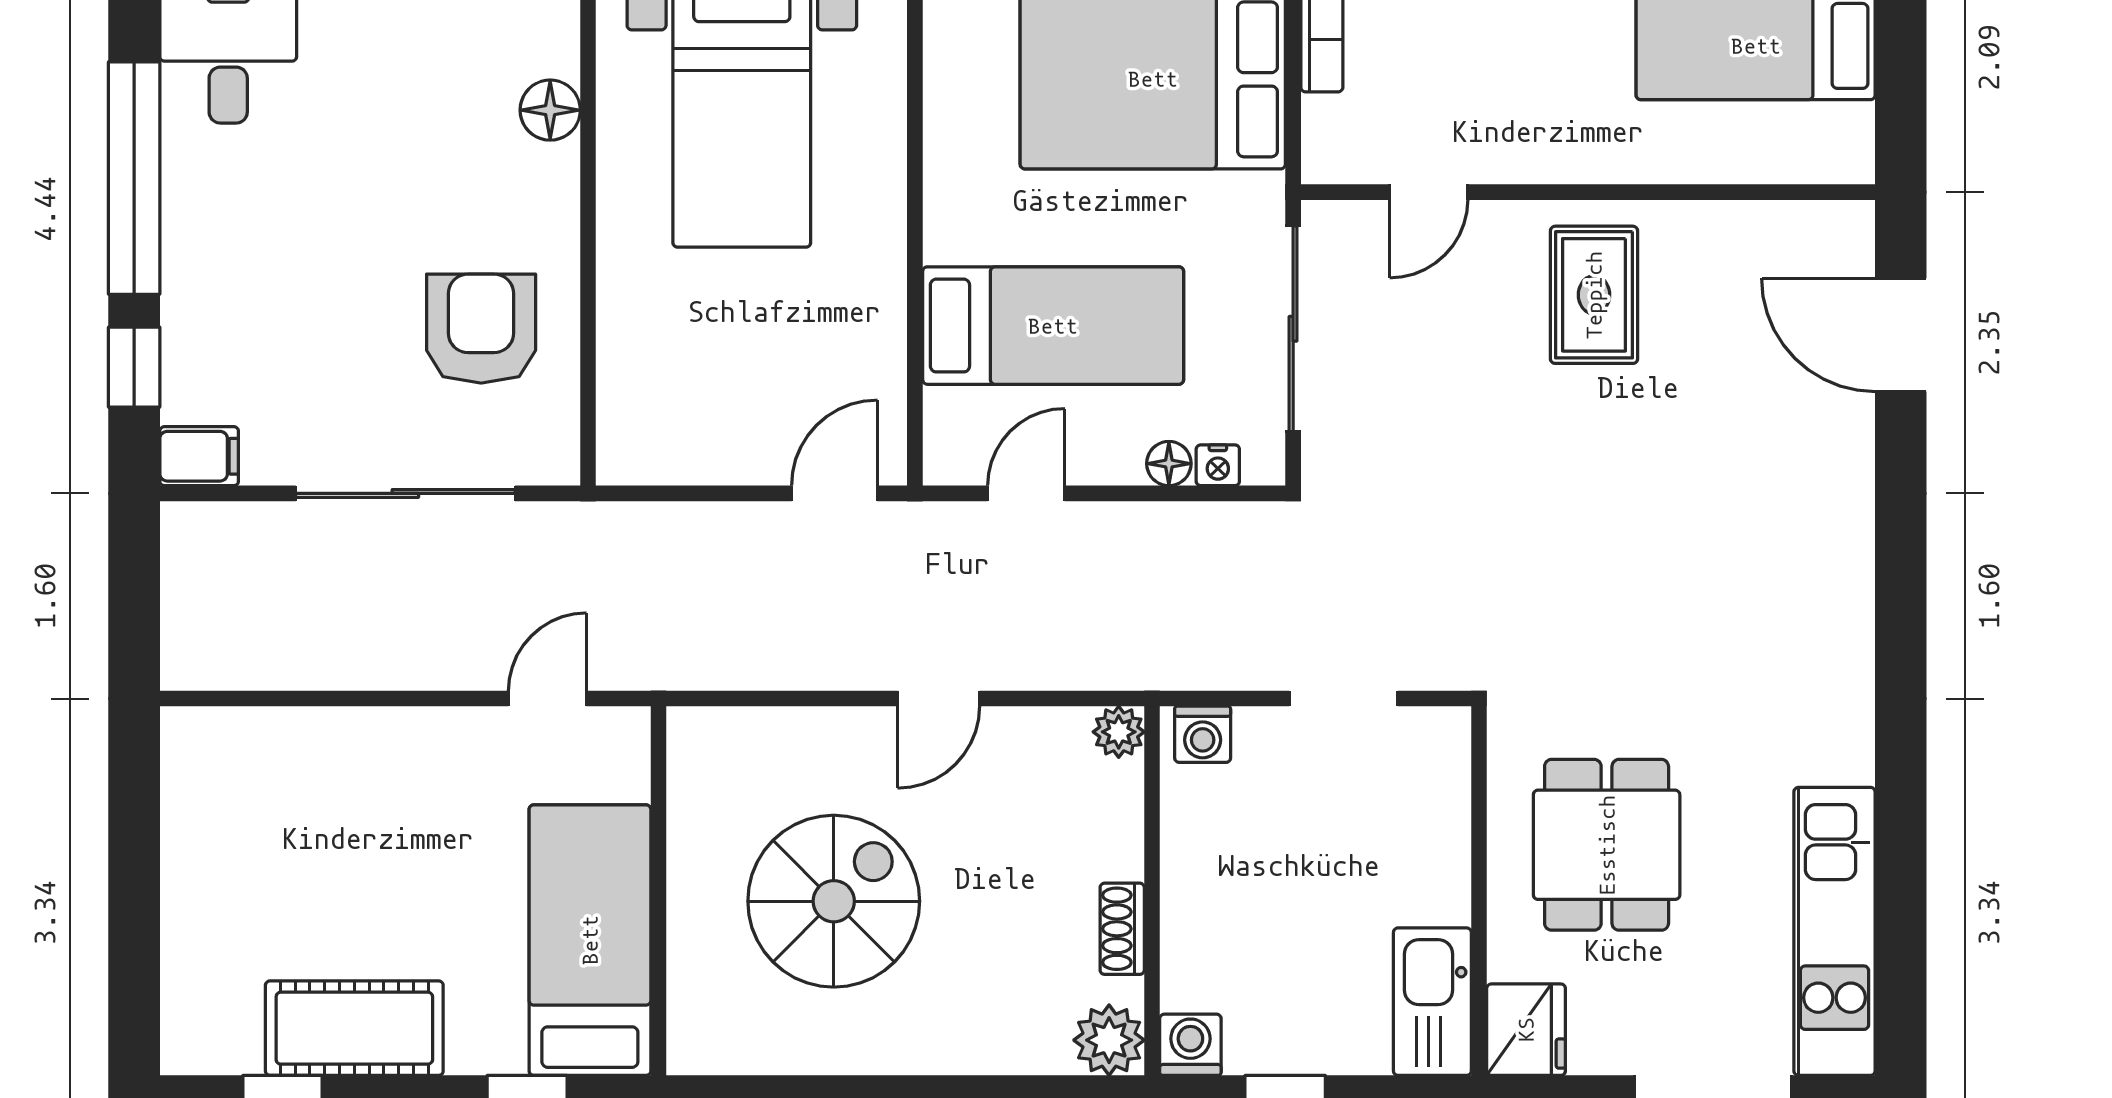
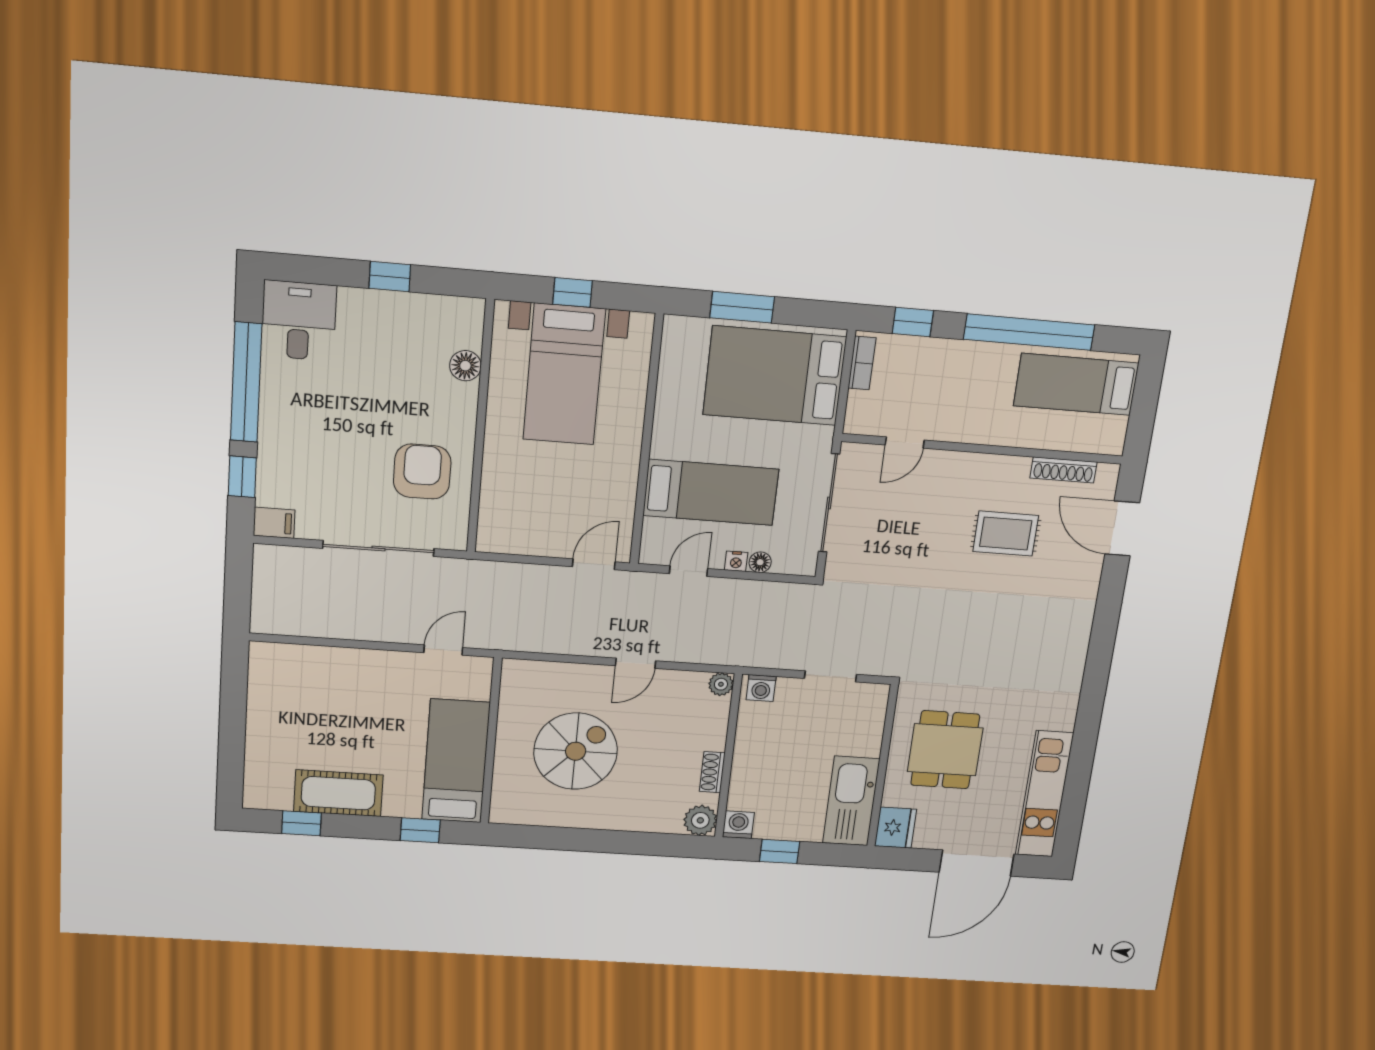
shoe rack: (1759, 222) -> (1063, 470), added
rug: (1594, 295) -> (1006, 534), moved, turned 90
nightstand: (1218, 465) -> (736, 561), moved
kitchen sink: (1432, 1002) -> (851, 801), width x1.36, depth x1.24

